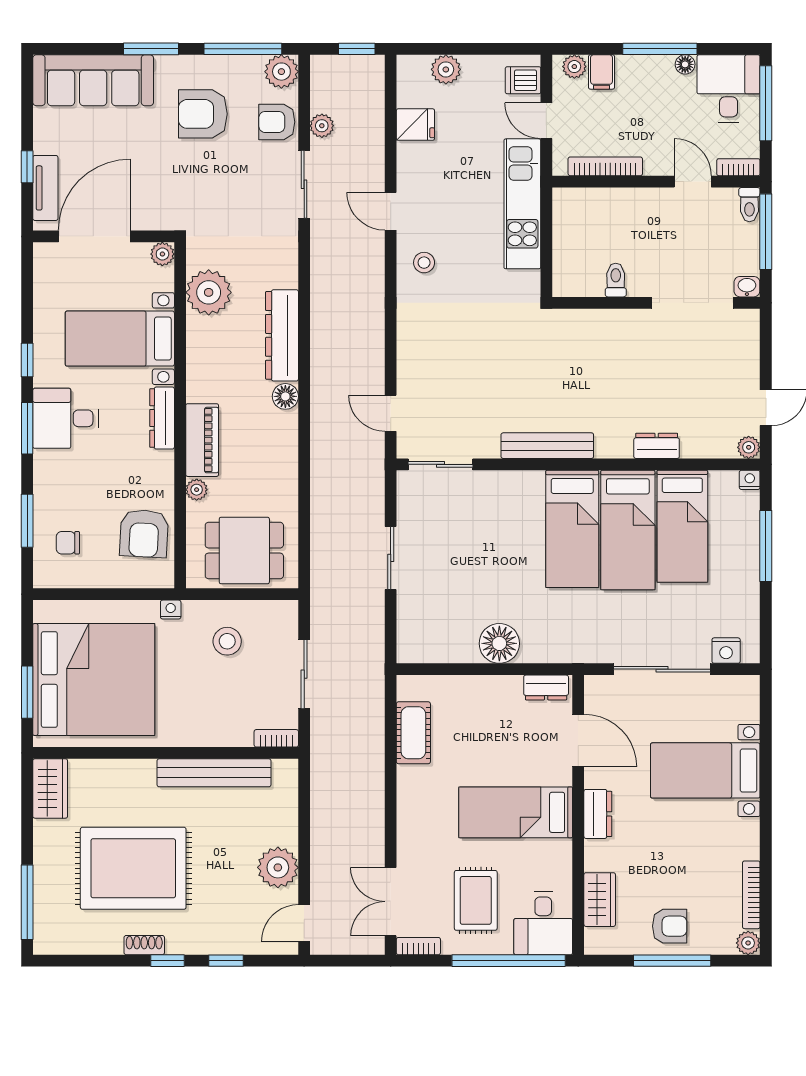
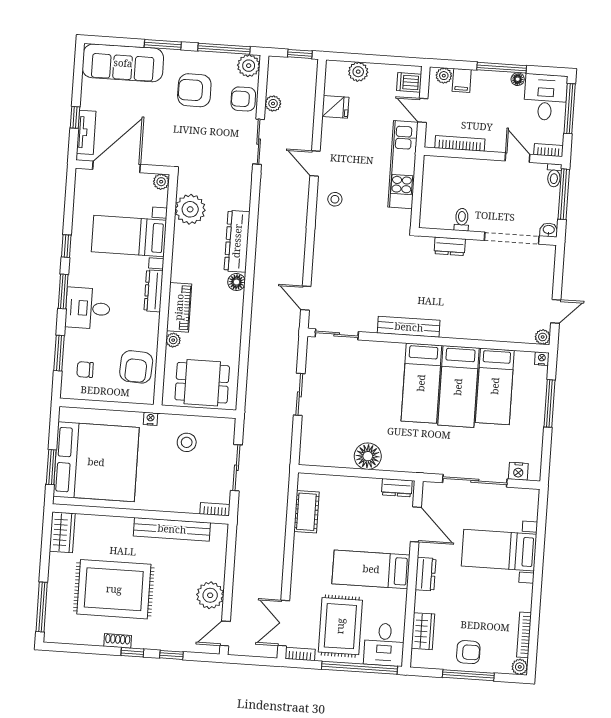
desk: (65, 418) -> (88, 308), moved
dresser: (657, 446) -> (450, 246), moved, turned 180
rug: (476, 900) -> (340, 626), width x1.36, depth x1.43

